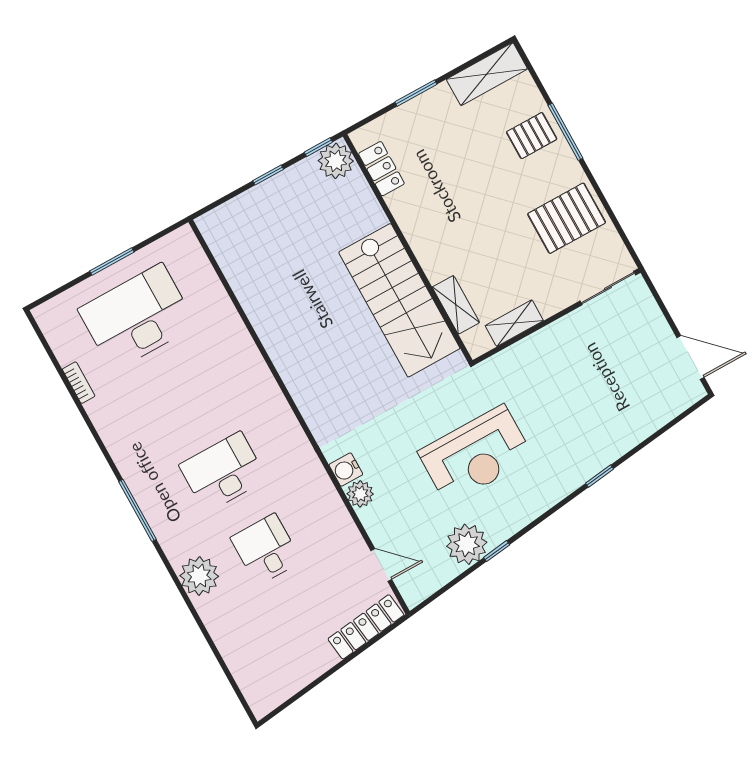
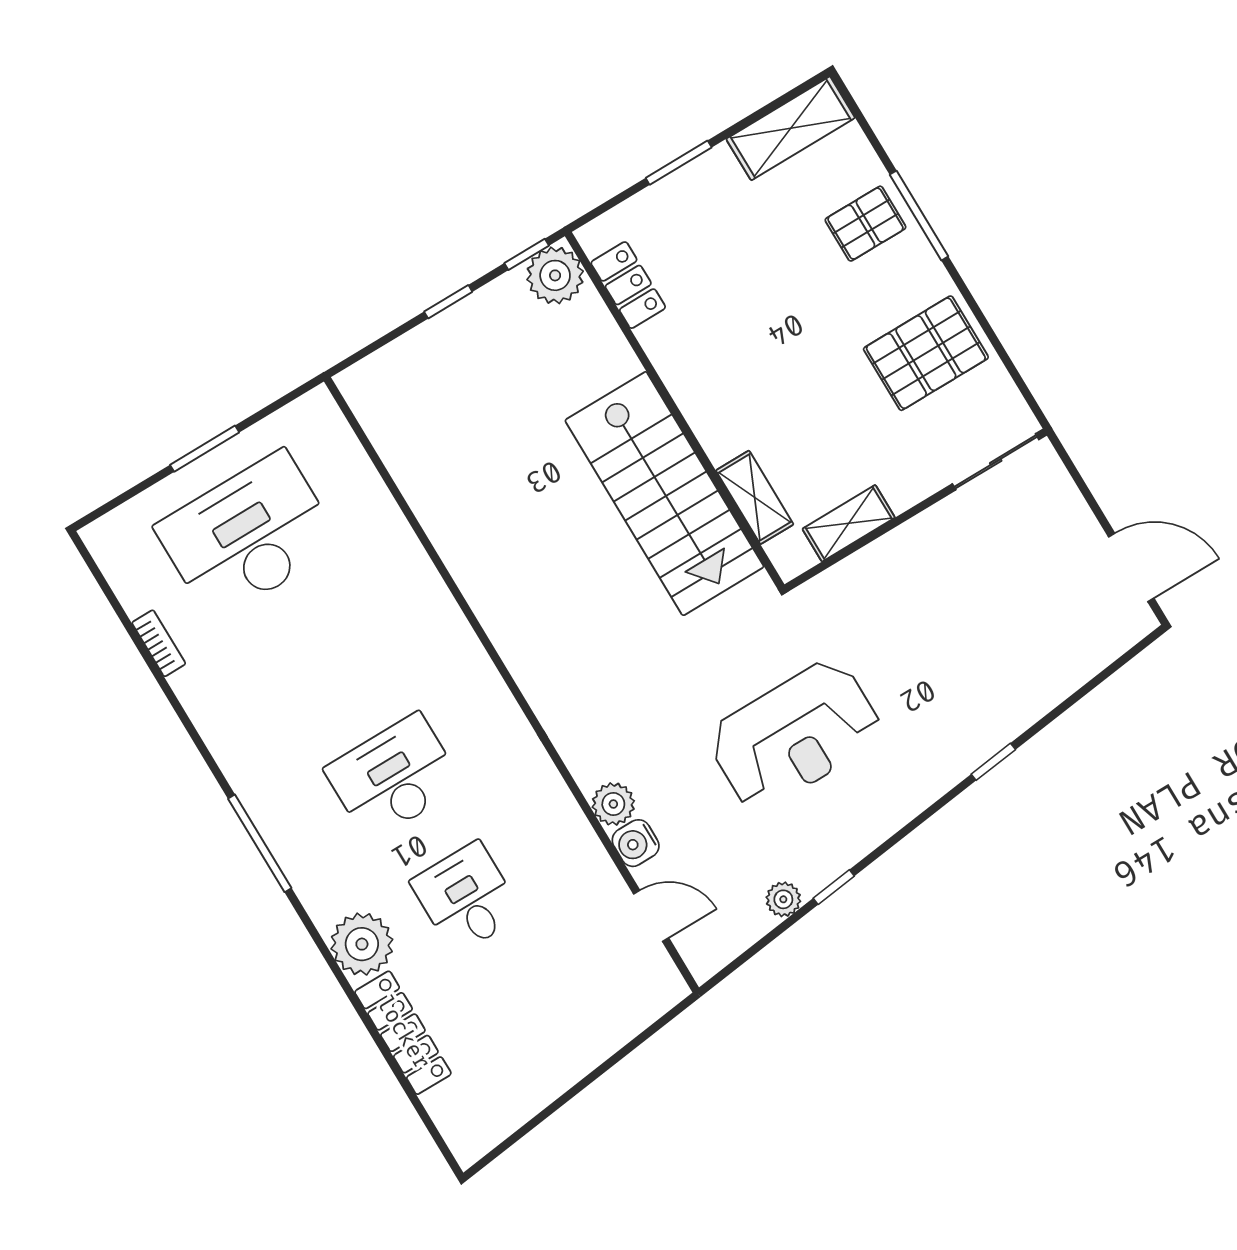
water cooler: (346, 470) -> (636, 843), moved
plant: (467, 544) -> (783, 899), width x0.53, depth x0.53
locker: (366, 627) -> (403, 1033), moved, turned 97

